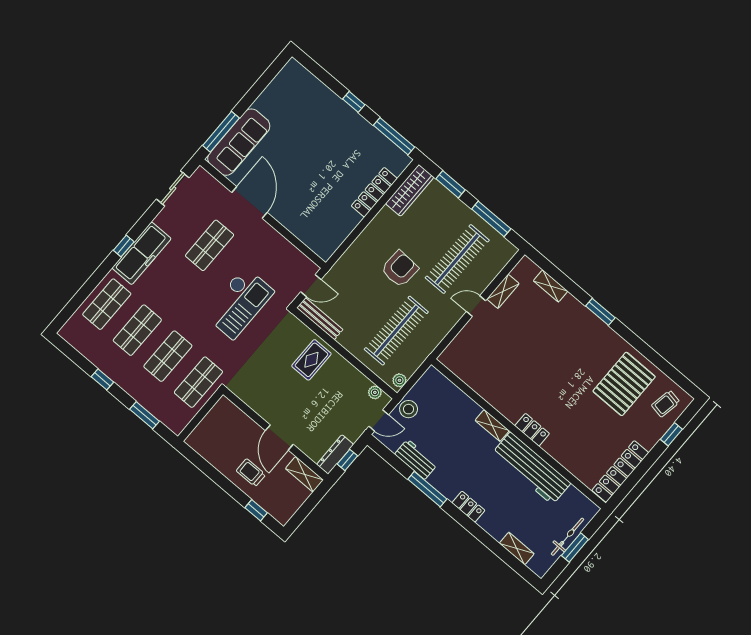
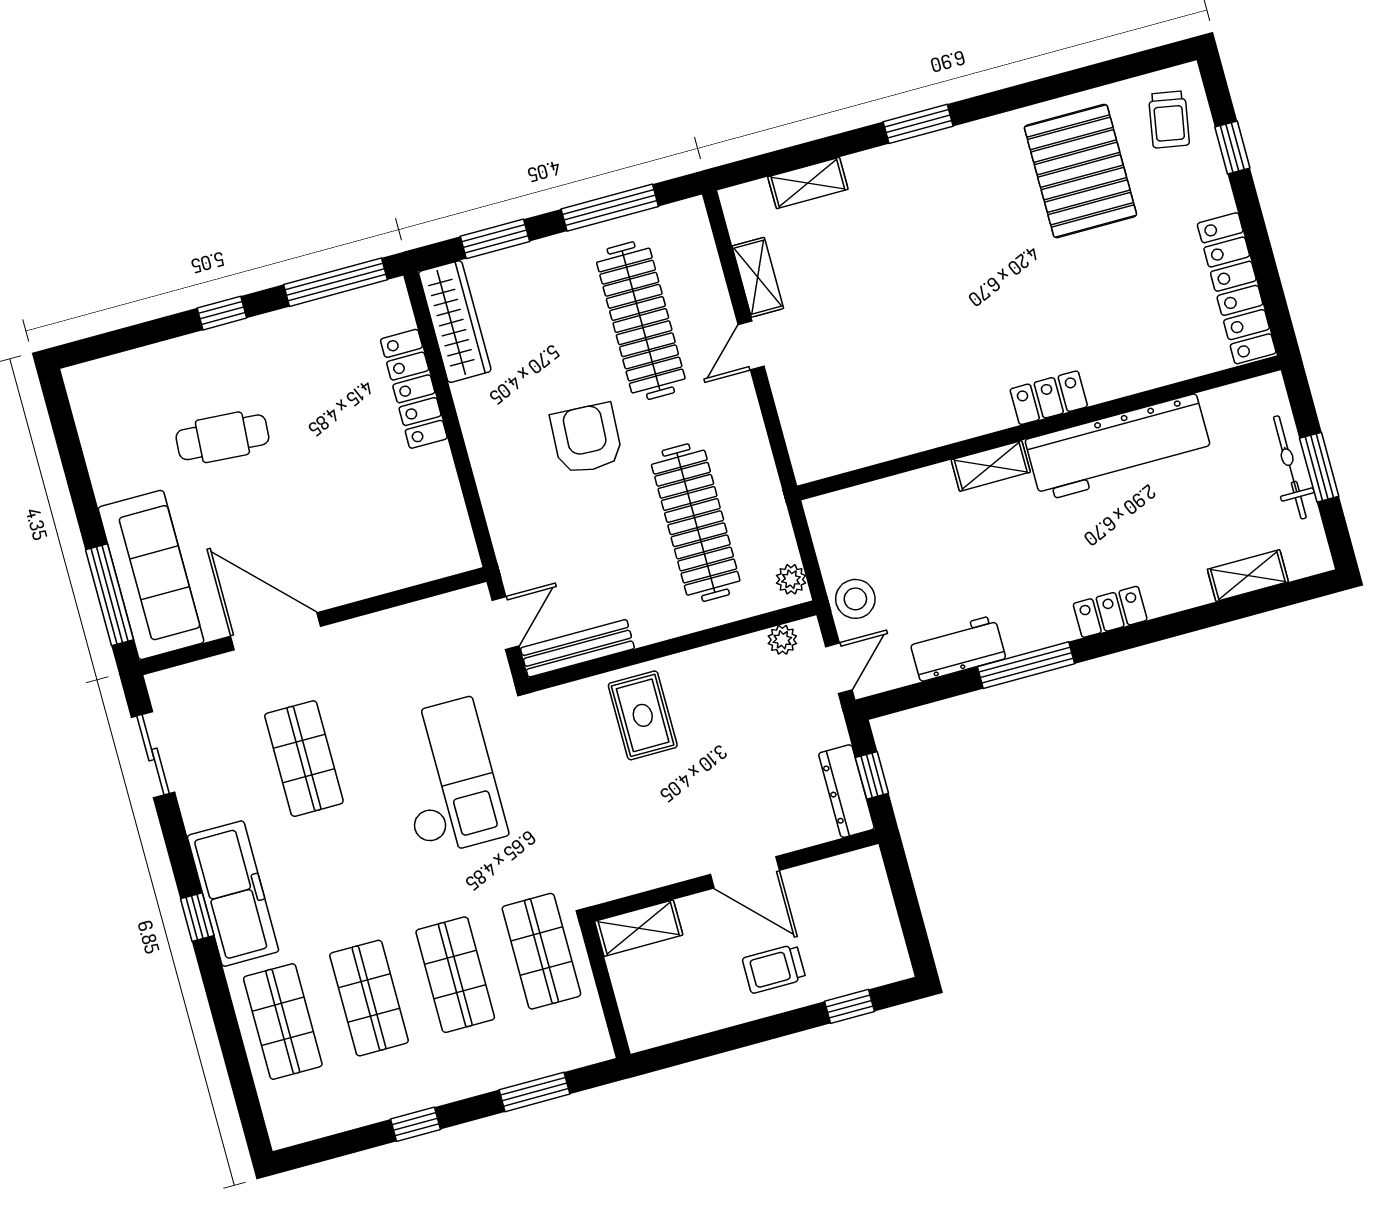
cafe table: (308, 134) -> (222, 437), added
shelving: (304, 474) -> (639, 928), moved

